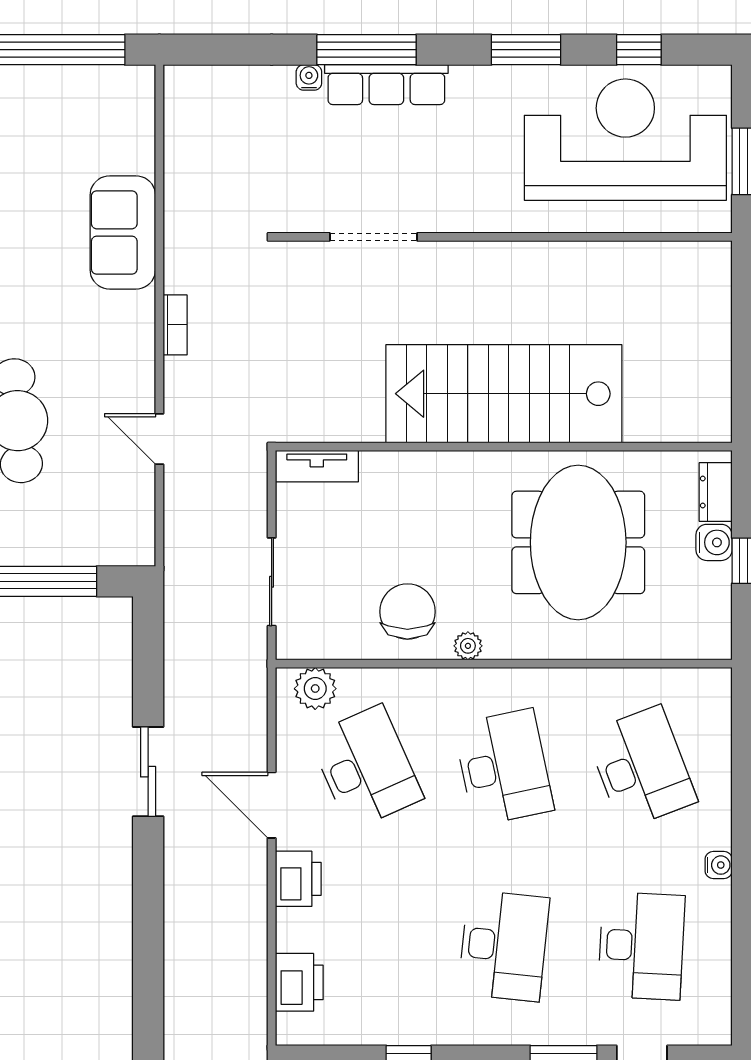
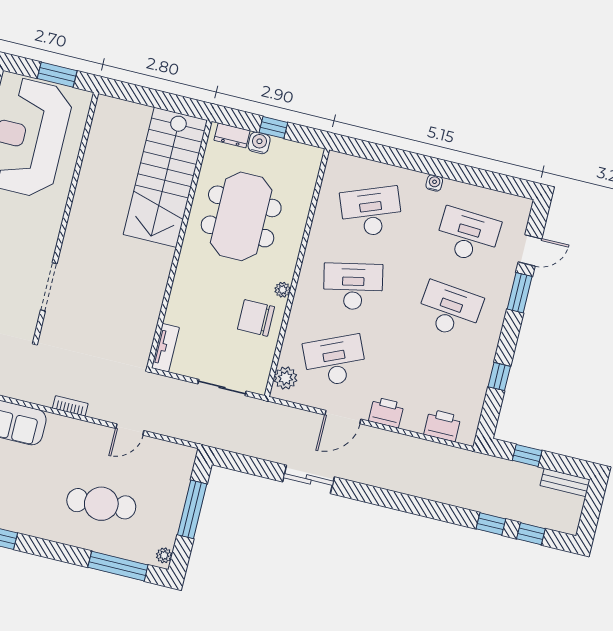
stairs: (504, 394) -> (165, 177), moved
meeting table: (578, 542) -> (241, 216), turned 90

